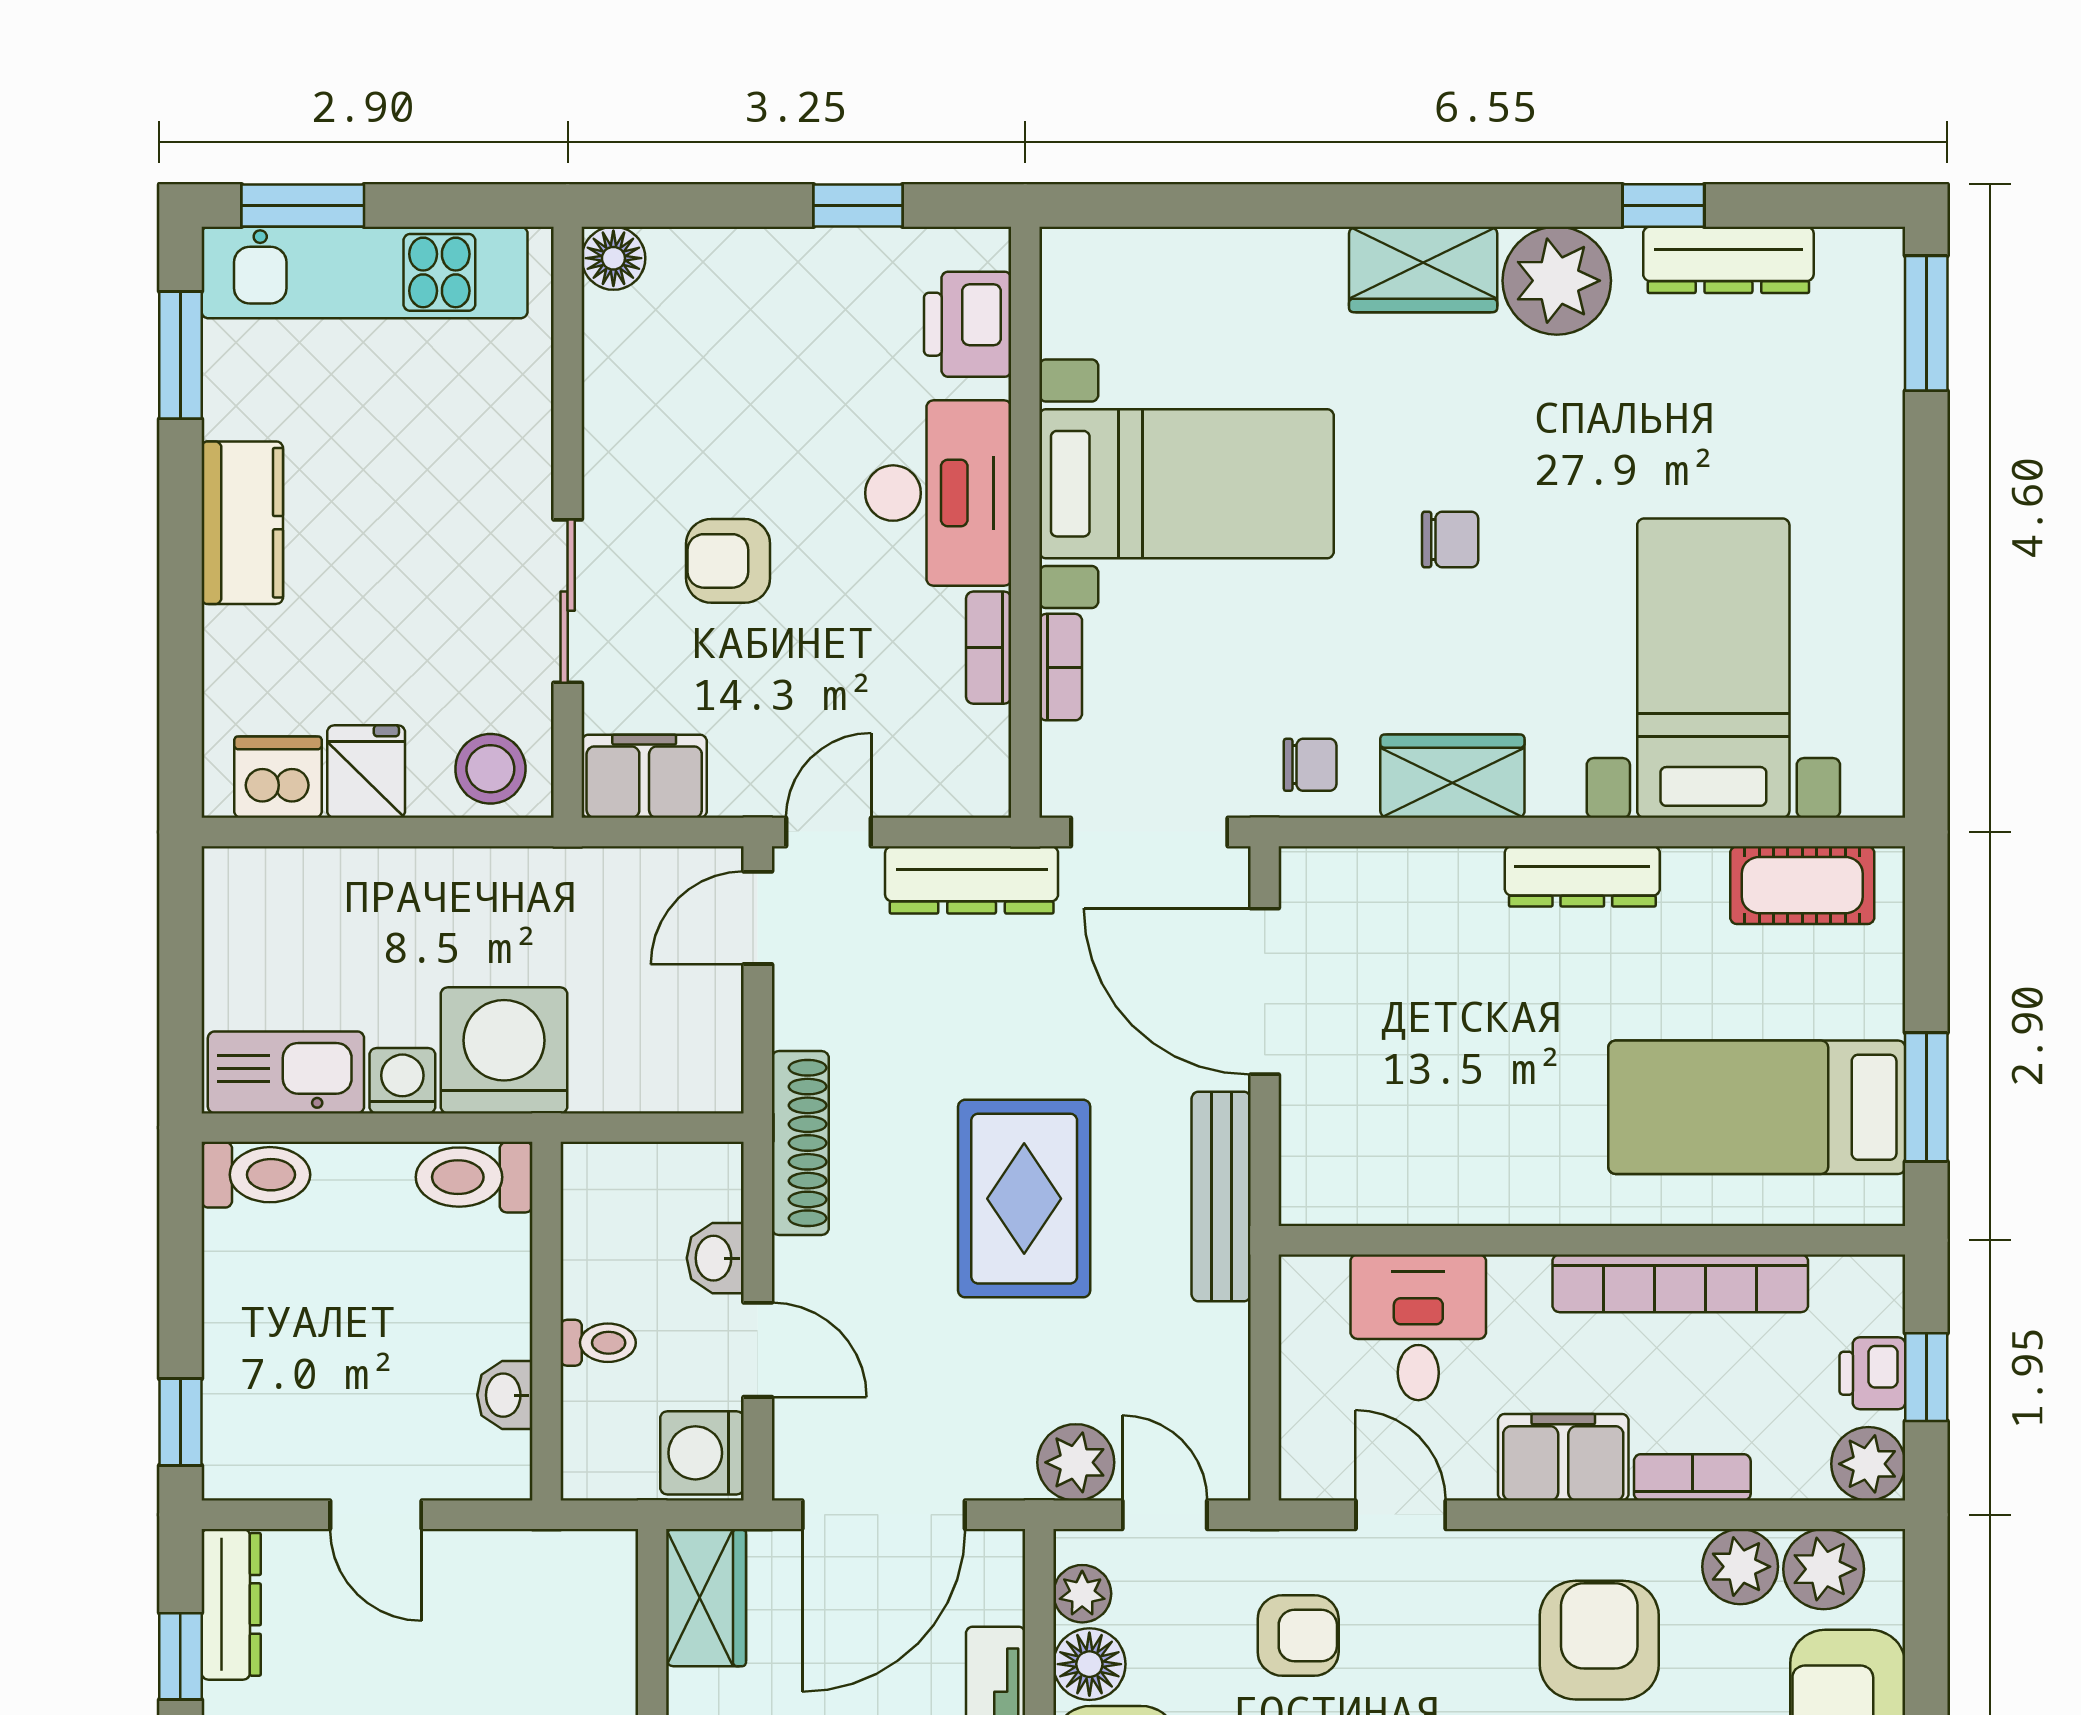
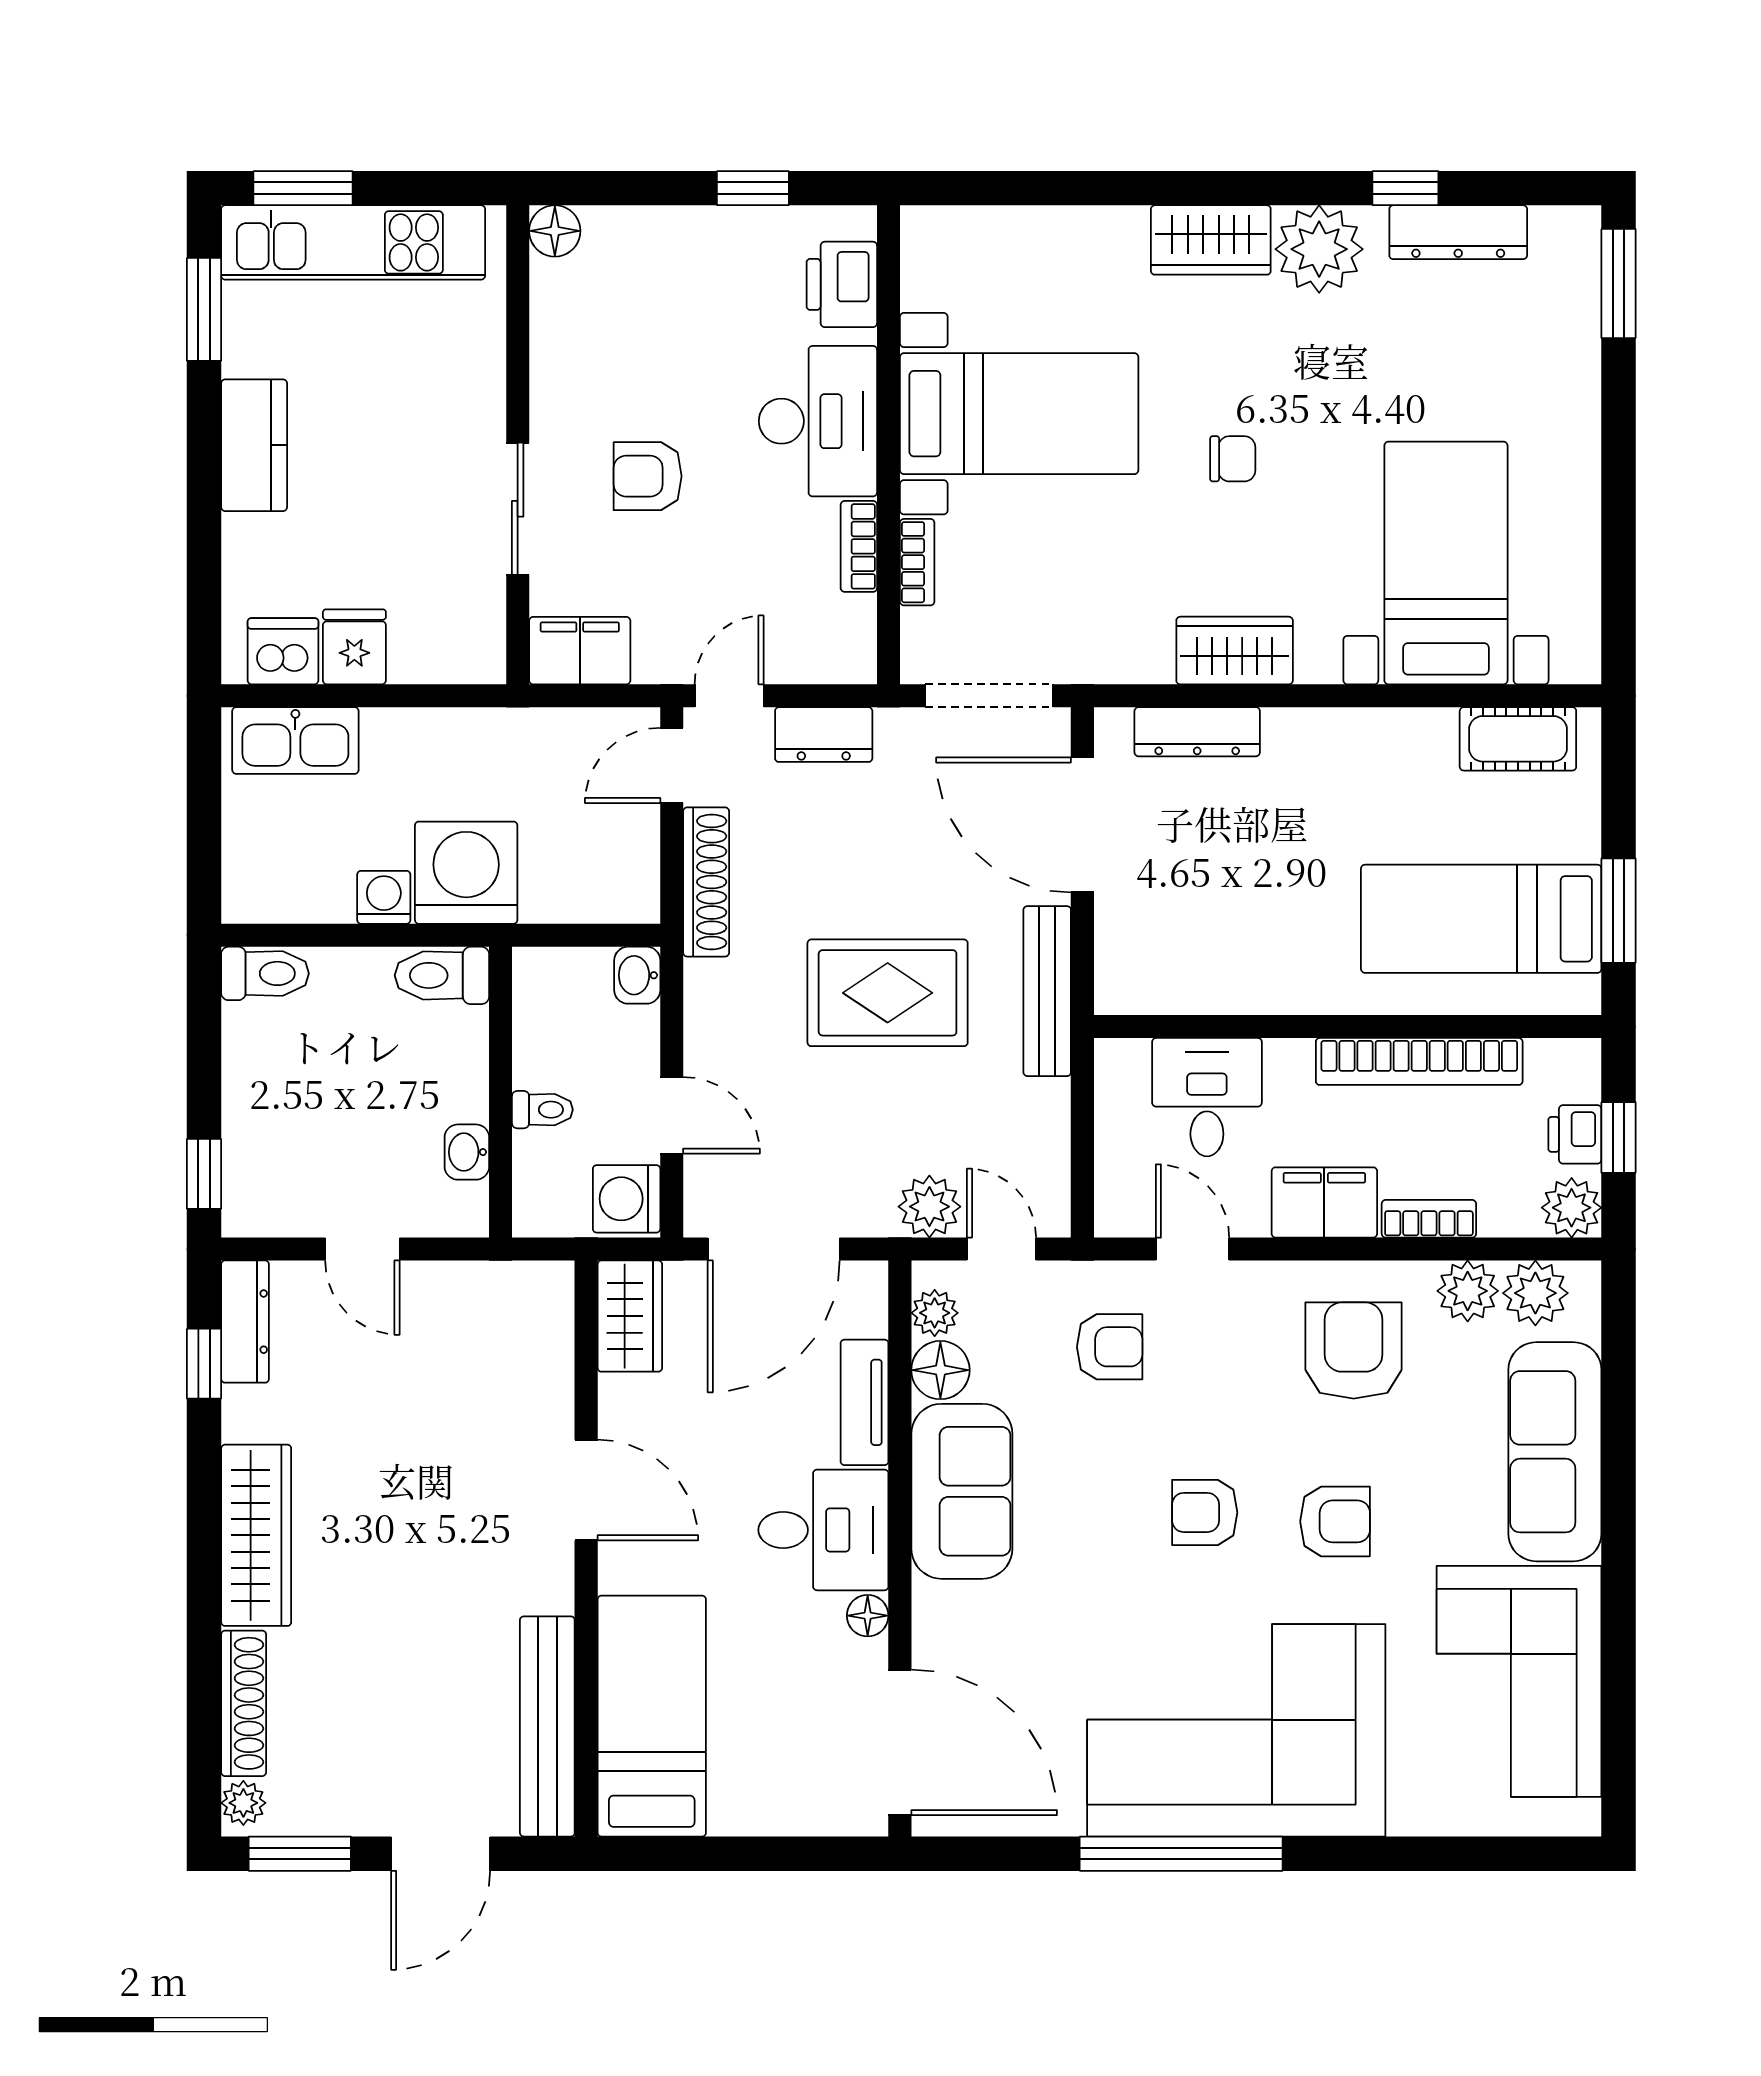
chair: (1310, 765) -> (1119, 641), removed
stool: (490, 769) -> (455, 645), removed
dresser: (1582, 876) -> (1197, 732), moved
dresser: (972, 880) -> (824, 735), width x0.70
kitchen sink: (286, 1072) -> (295, 740), moved, turned 180
shoe rack: (800, 1143) -> (706, 882), moved
rug: (1024, 1199) -> (888, 993), turned 90
washbasin: (715, 1258) -> (637, 975), moved

